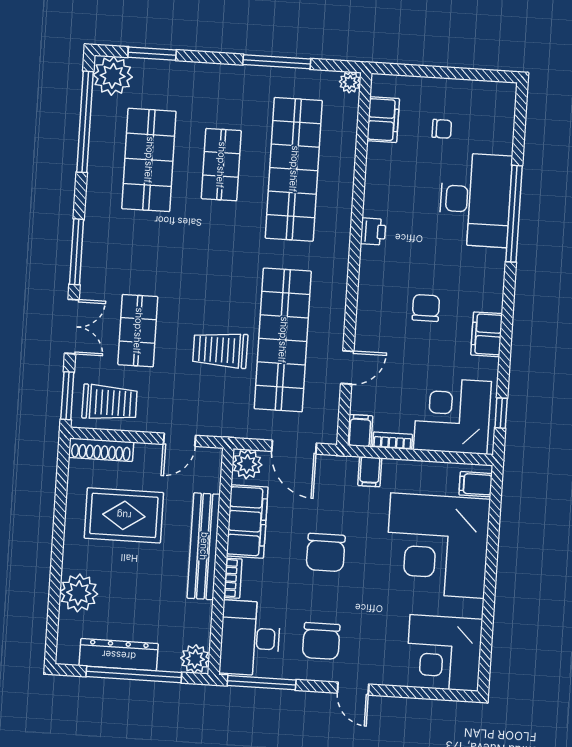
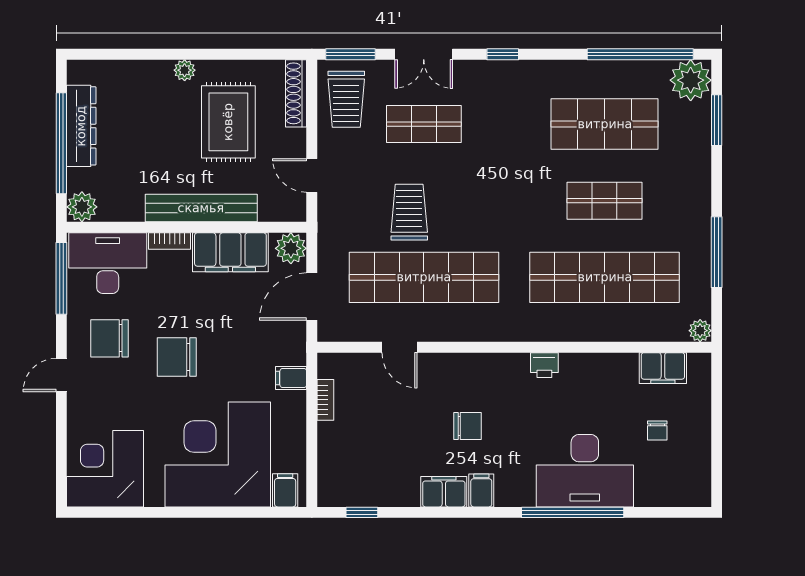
window: (77, 252) -> (503, 54), width x0.46
corner desk: (452, 416) -> (356, 461), removed
filing cabinet: (360, 431) -> (481, 490), moved, turned -90
chair: (326, 553) -> (177, 357), moved
plant: (79, 593) -> (185, 70), moved, width x0.53, depth x0.53

